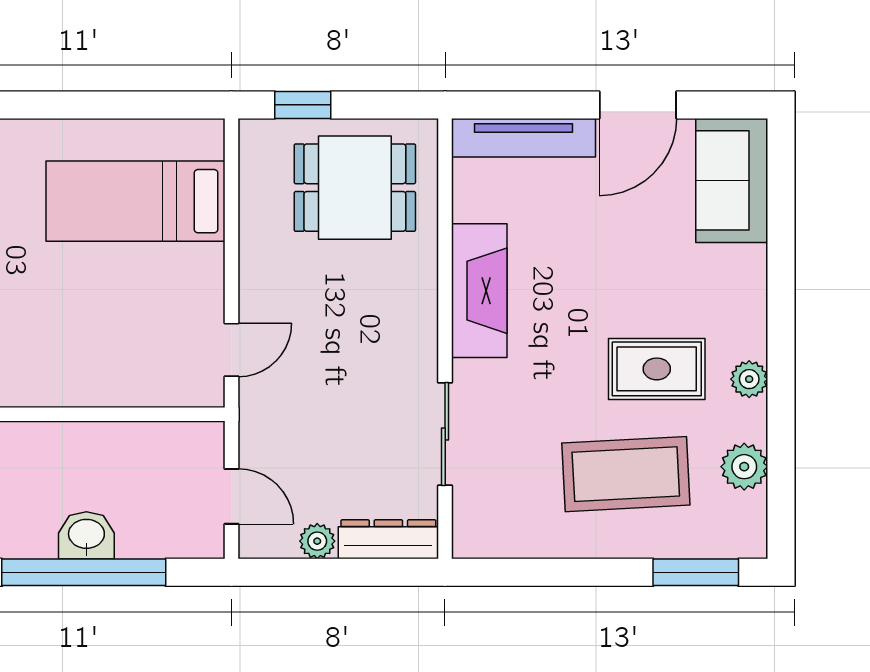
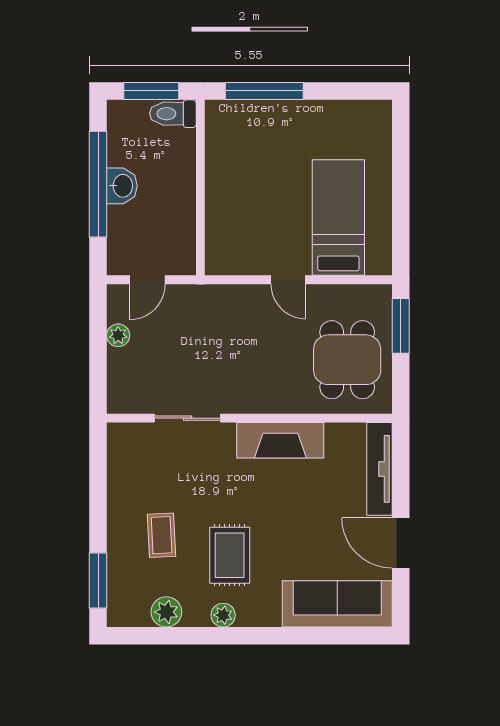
window: (303, 105) -> (401, 326), width x1.50
sofa: (732, 180) -> (337, 604), width x1.36
door: (231, 350) -> (288, 280), moved
coffee table: (626, 474) -> (162, 535), width x0.54, depth x0.58
dresser: (388, 539) -> (119, 381), removed

